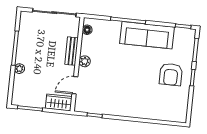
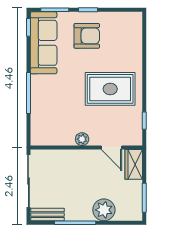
floor lamp: (87, 30) -> (45, 140), removed
sofa: (147, 35) -> (44, 43), moved
bench: (72, 51) -> (47, 215), moved
plant: (19, 69) -> (104, 210), width x1.88, depth x1.88
rug: (124, 89) -> (110, 89), added

